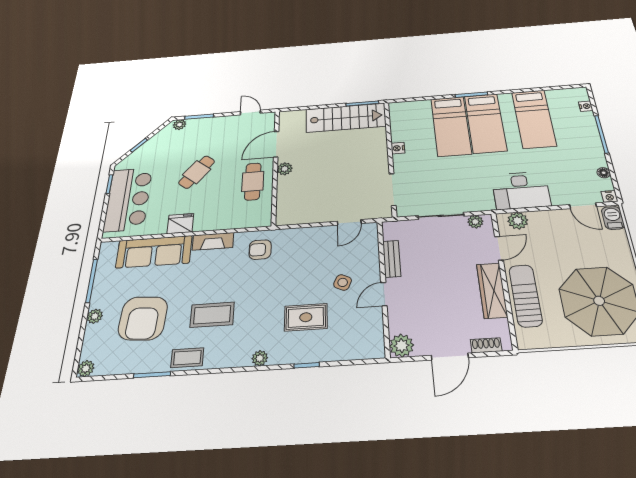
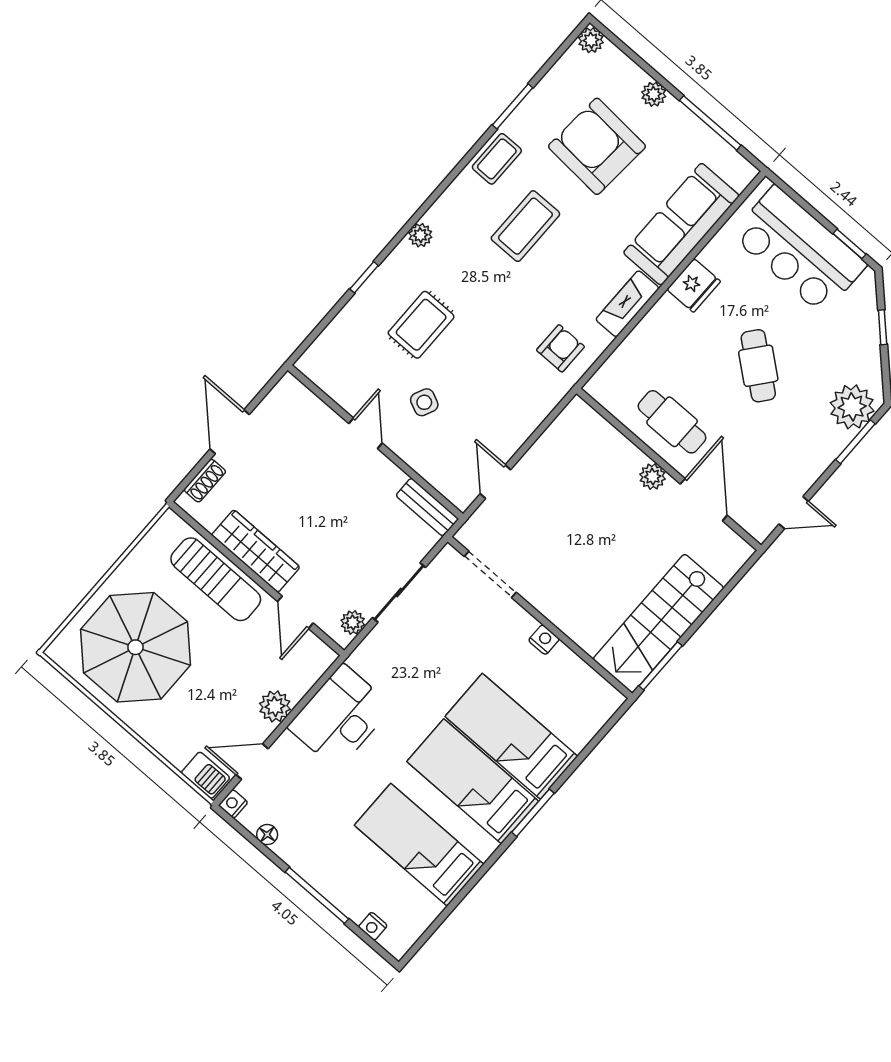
plant: (179, 125) -> (852, 407), width x1.88, depth x1.88
plant: (518, 221) -> (275, 706), moved
bench: (392, 259) -> (427, 507), moved
plant: (402, 346) -> (289, 395), removed

